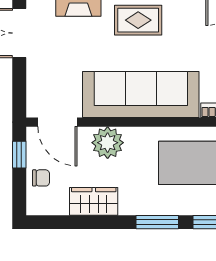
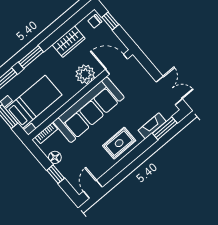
window: (19, 155) -> (110, 21), moved
chair: (41, 178) -> (95, 21), moved

